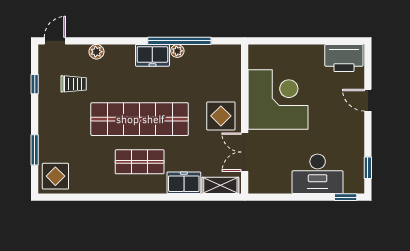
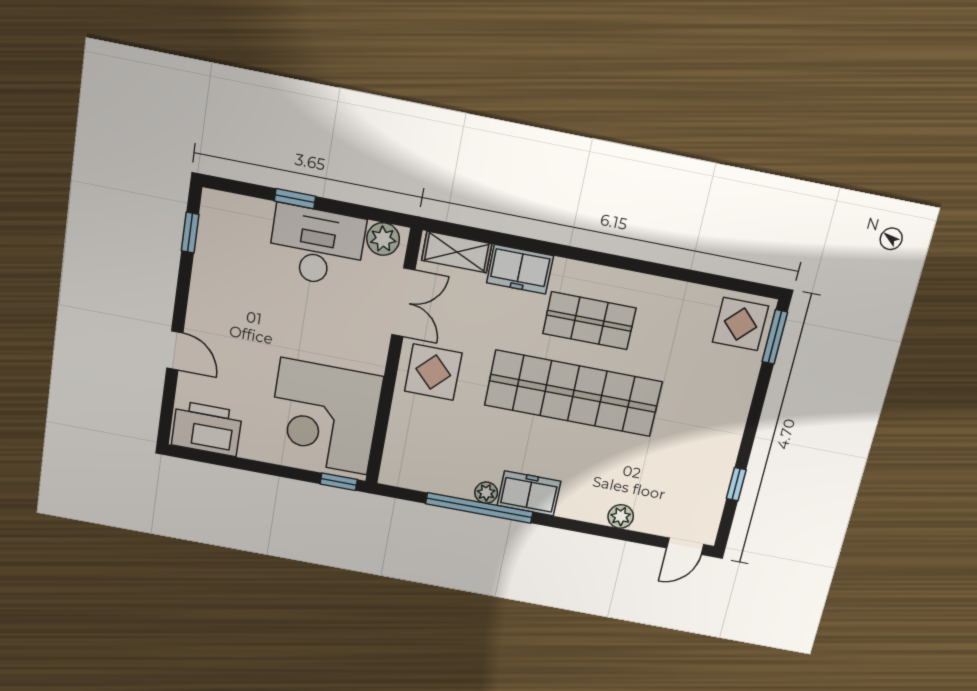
window: (264, 41) -> (339, 482), added
trolley: (74, 84) -> (671, 472), removed
corner desk: (278, 99) -> (324, 417), moved
window: (35, 150) -> (775, 337), moved
desk: (318, 174) -> (317, 246), moved
plant: (262, 185) -> (383, 239), added
window: (346, 197) -> (295, 199), moved

